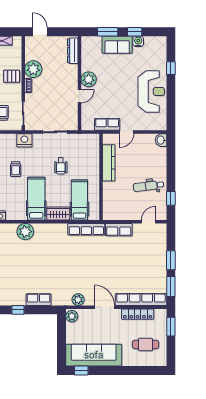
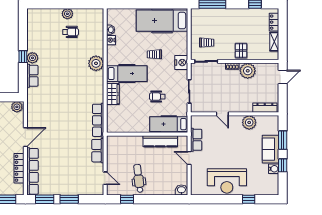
plant: (89, 79) -> (249, 122), moved
hospital bed: (79, 200) -> (169, 124), moved, turned 180
plant: (78, 300) -> (32, 58), moved

